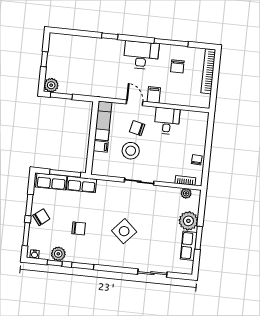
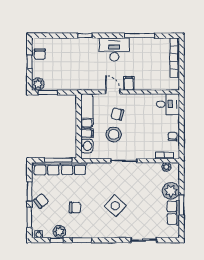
chair: (177, 66) -> (40, 54), moved
desk: (167, 121) -> (168, 104), moved, turned 90
washbasin: (99, 160) -> (87, 146), added

